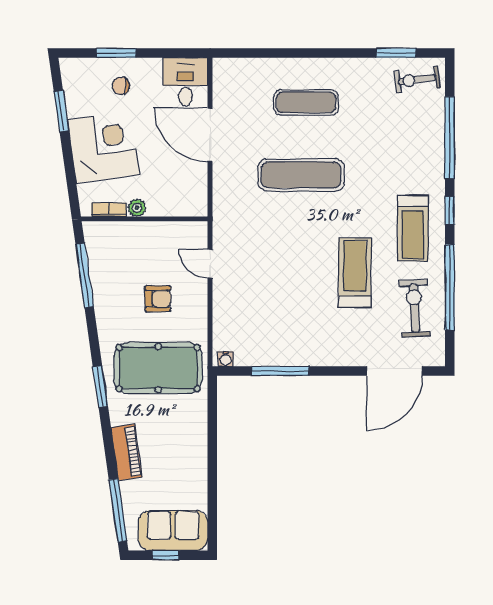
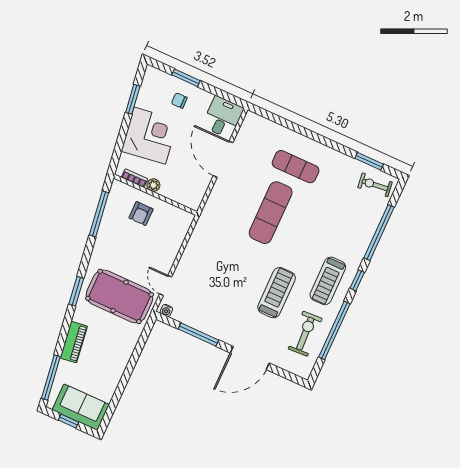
exercise mat: (301, 175) -> (271, 213), turned 90
door: (210, 263) -> (166, 285), moved
armchair: (158, 299) -> (141, 214), moved, turned 90
door: (394, 371) -> (250, 358), moved

